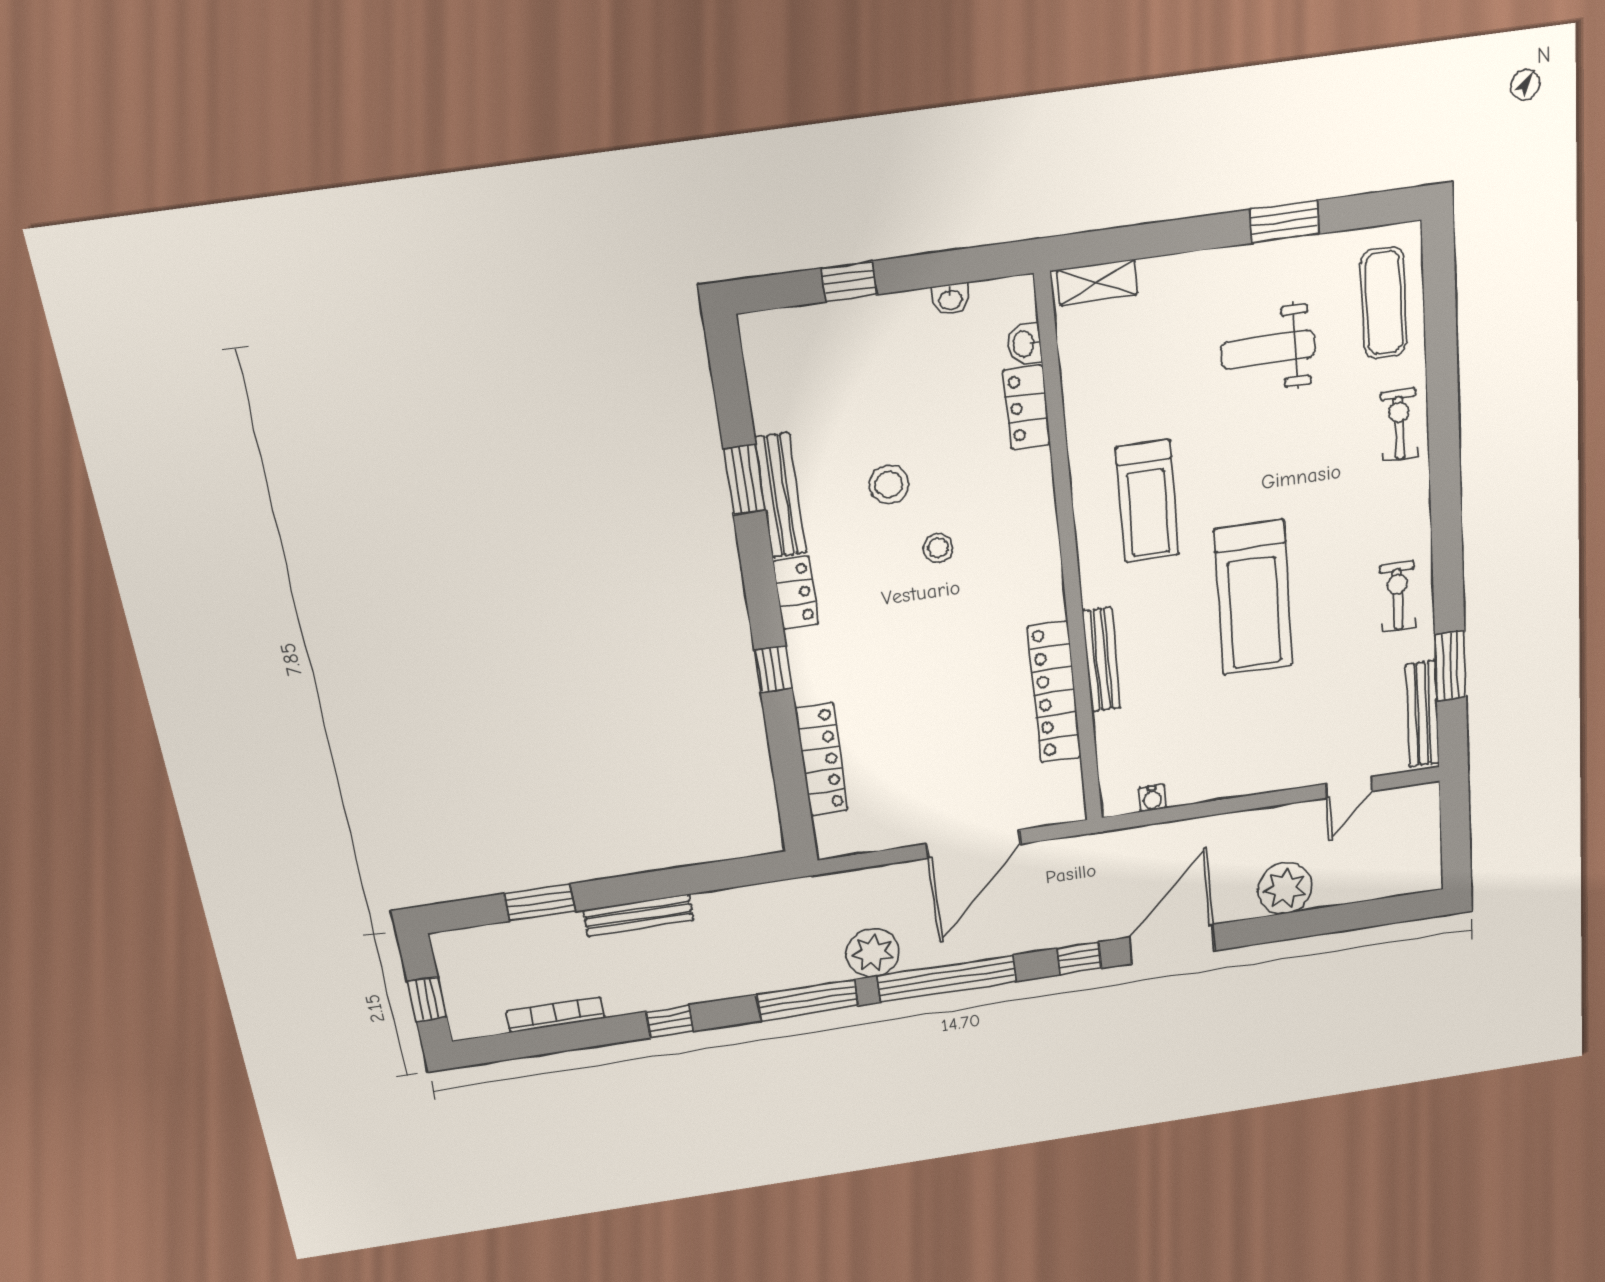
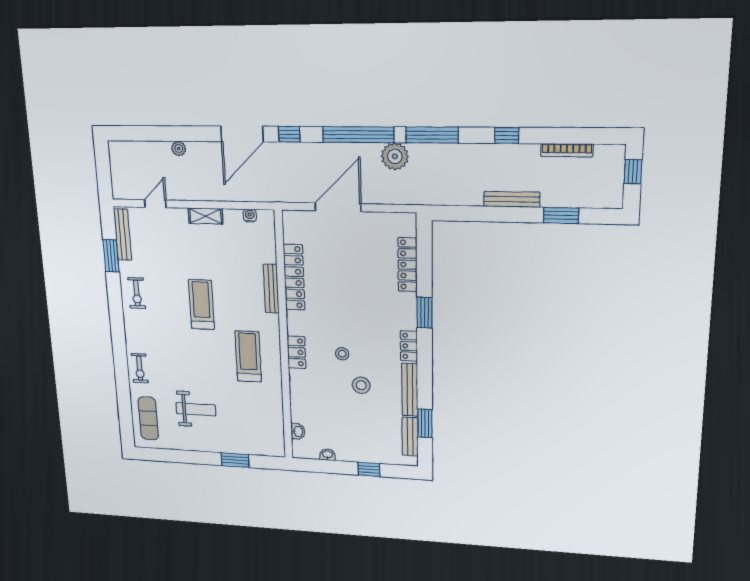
window: (1285, 222) -> (235, 460), moved
shelving: (1097, 282) -> (206, 216), moved
bench: (765, 385) -> (410, 437), added
locker: (1027, 407) -> (296, 352), moved
window: (744, 480) -> (425, 423), moved
treadmill: (1253, 598) -> (201, 305), width x0.73, depth x0.73
window: (773, 669) -> (424, 313), width x1.50
plant: (1285, 888) -> (179, 148), width x0.53, depth x0.53

